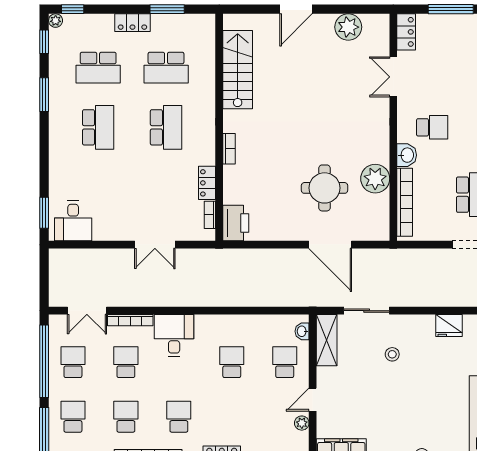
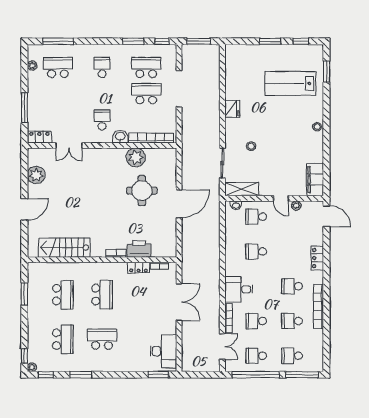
door: (296, 9) -> (24, 209), hinge flipped
locker: (132, 23) -> (33, 317), removed
school desk: (166, 127) -> (102, 295), turned 90
desk: (73, 221) -> (164, 351), width x1.37
printer: (236, 223) -> (139, 249), moved
double door: (155, 245) -> (179, 302), width x1.37
door: (330, 245) -> (179, 204), moved

